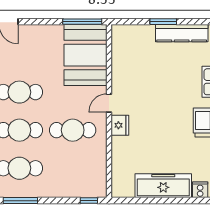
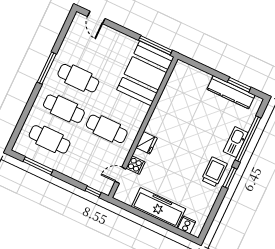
window: (163, 22) -> (239, 85), moved
door: (109, 103) -> (121, 175), moved
cooker: (119, 153) -> (136, 165), added

